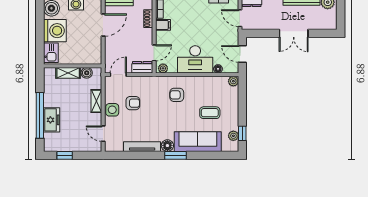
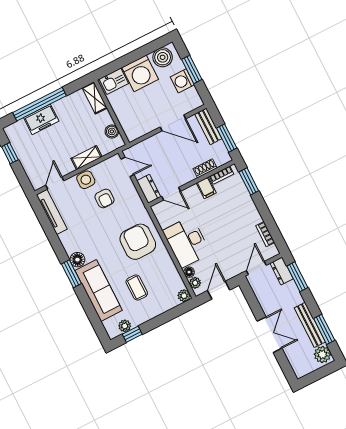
double door: (294, 33) -> (270, 335), swing flipped
plant: (163, 68) -> (195, 283), moved
shelving: (68, 73) -> (95, 98), moved
armchair: (177, 95) -> (138, 242), width x1.88, depth x1.88
tv unit: (142, 147) -> (52, 212), moved

